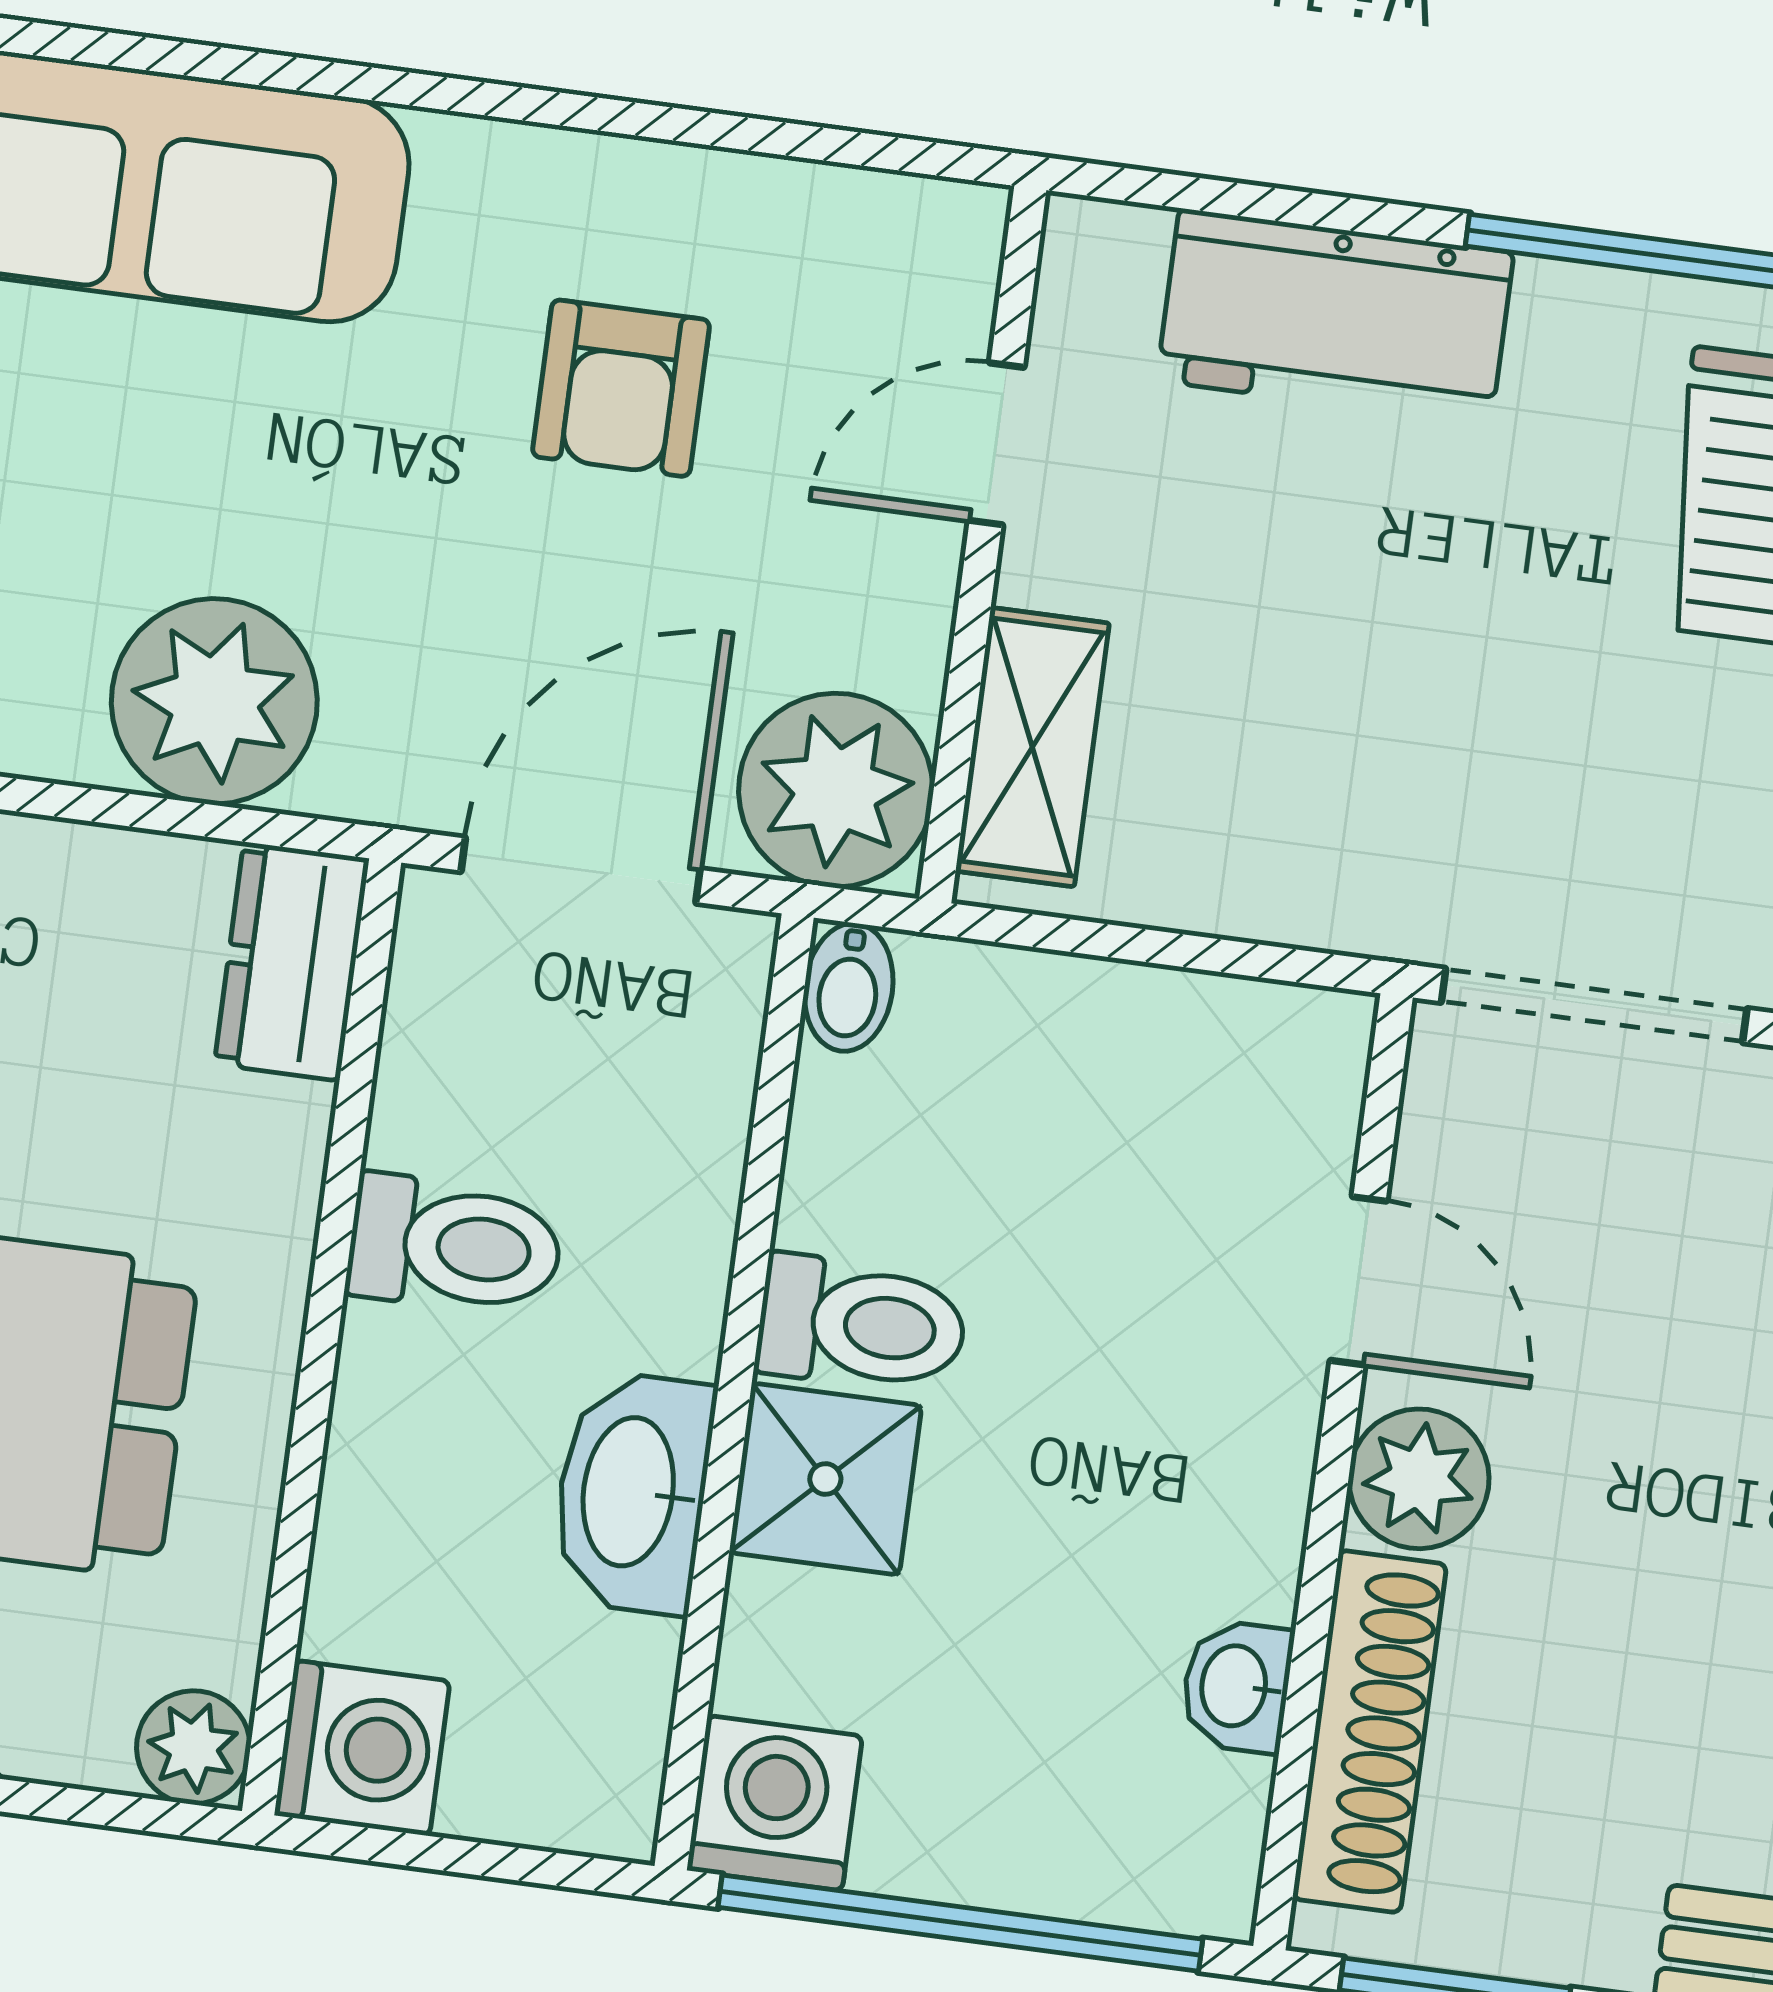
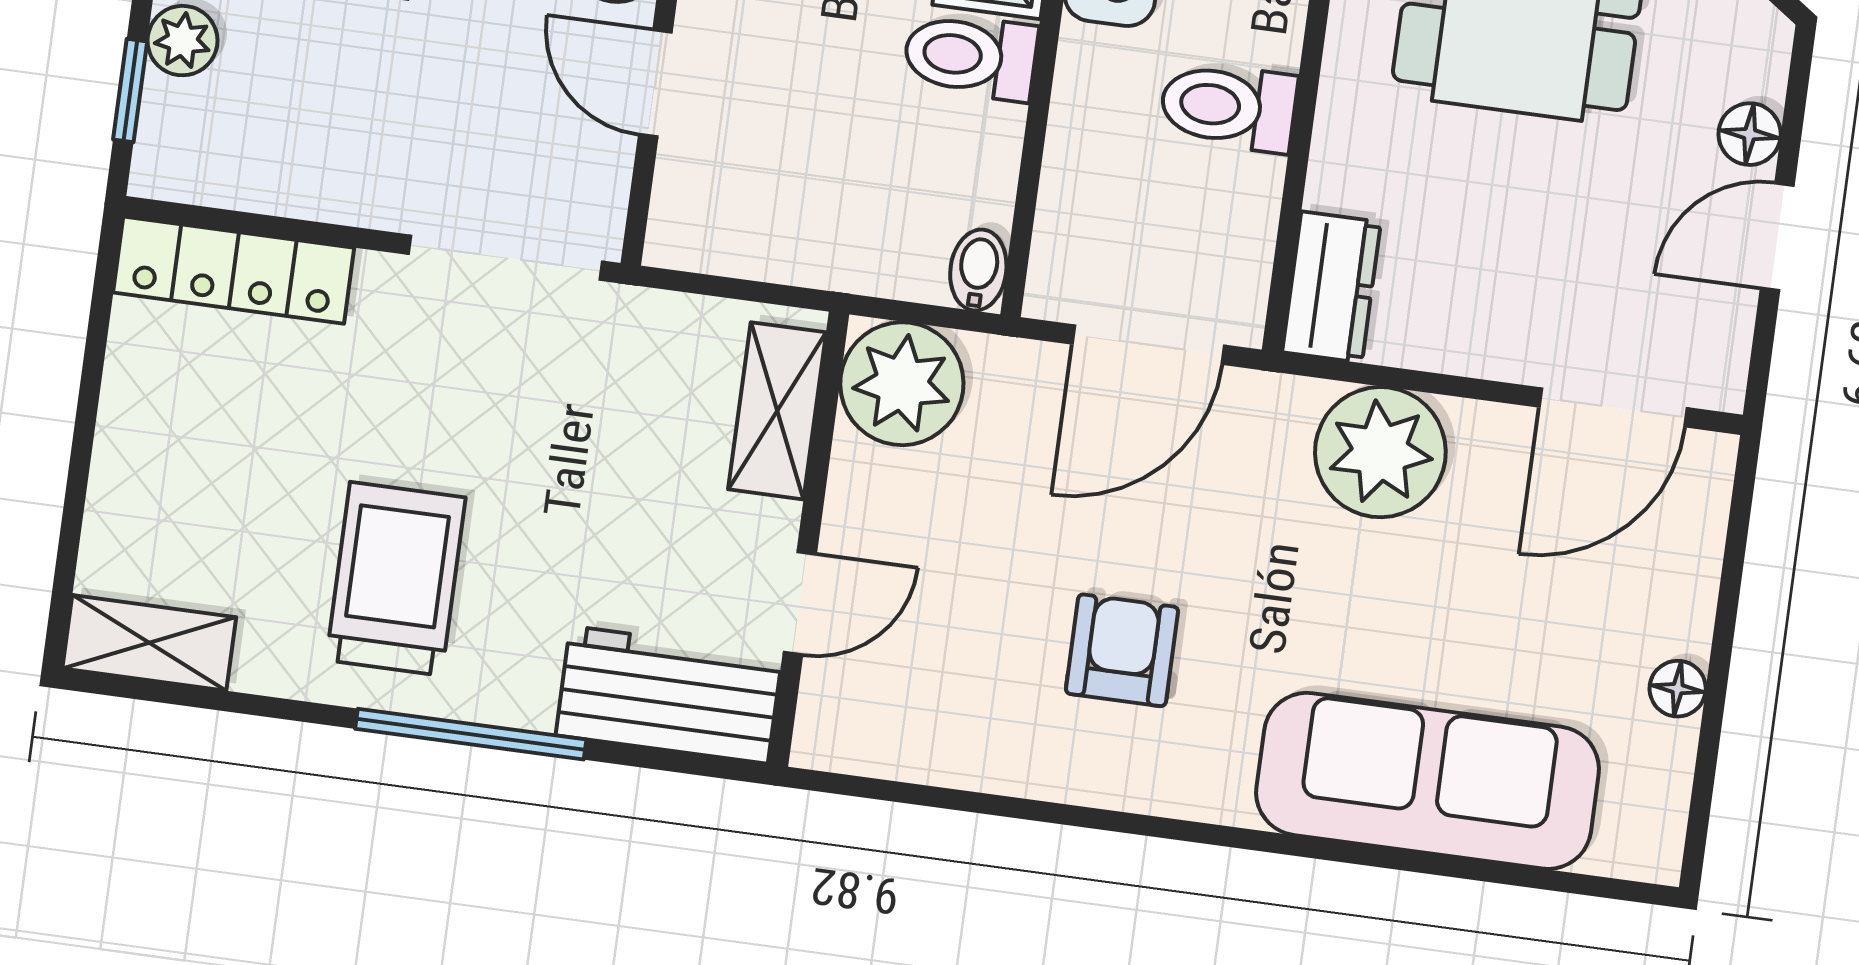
door: (996, 444) -> (800, 603), moved
wall: (983, 545) -> (808, 539), moved
shelving: (1032, 747) -> (777, 411), moved
plant: (836, 790) -> (902, 384), moved

